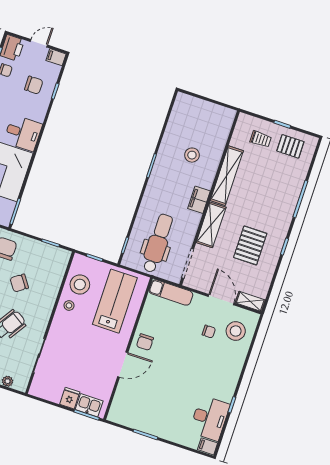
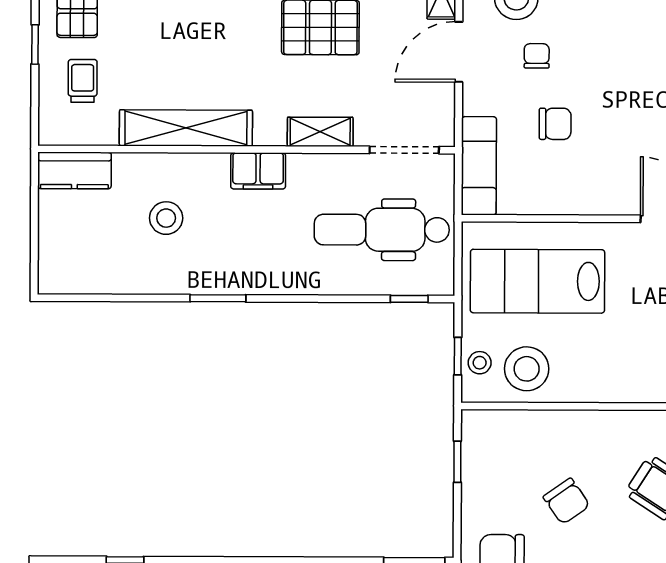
kitchen counter: (224, 123) -> (74, 170), added
shelving: (211, 225) -> (320, 132), width x0.67, depth x0.75
stool: (69, 305) -> (480, 363), moved
chair: (145, 342) -> (555, 124), moved

